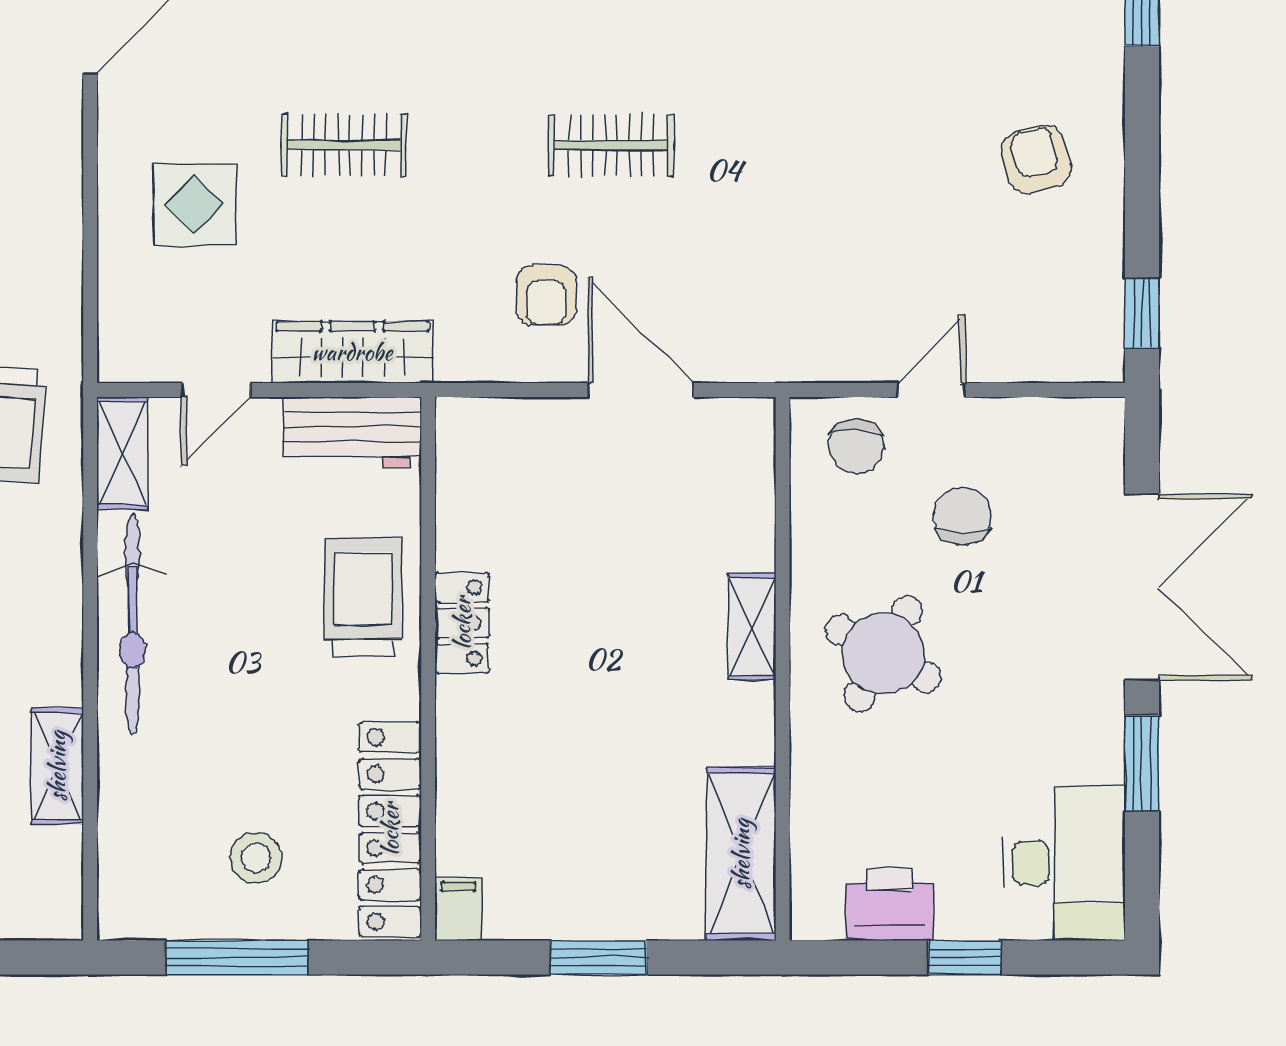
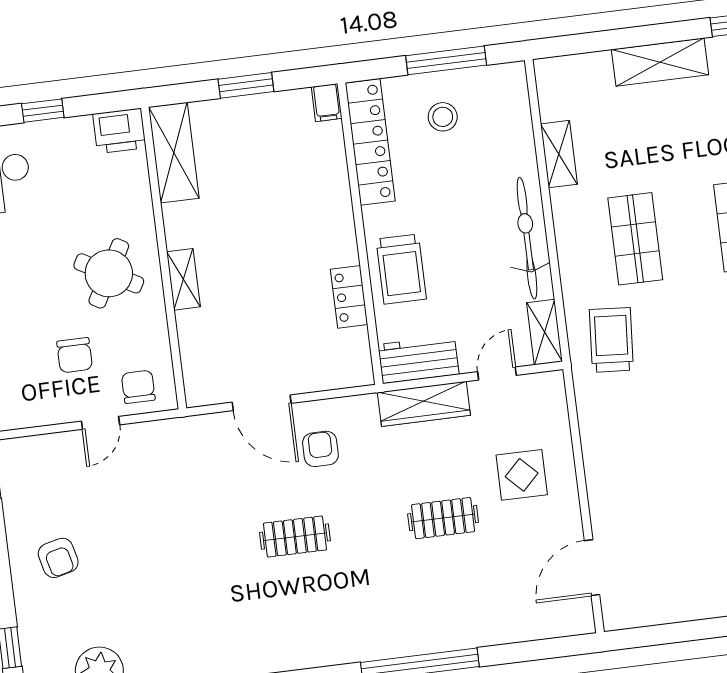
locker: (462, 623) -> (349, 297), moved
printer: (889, 905) -> (119, 131), moved

